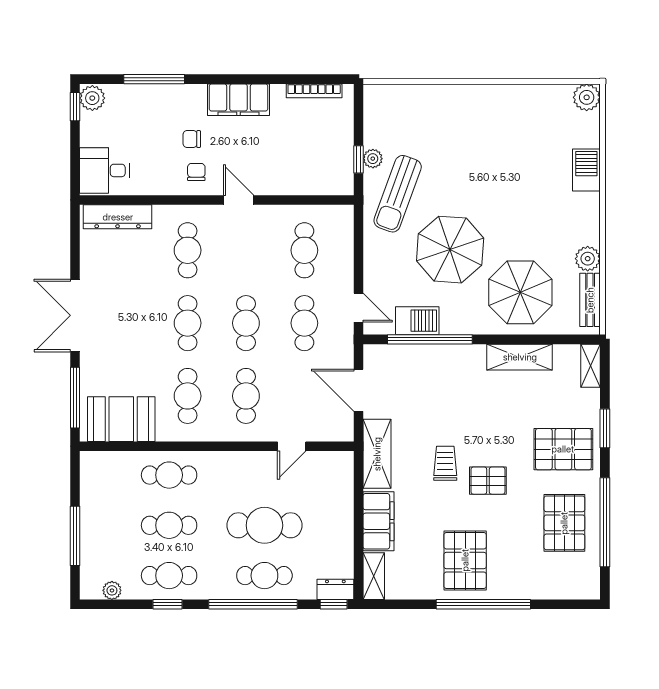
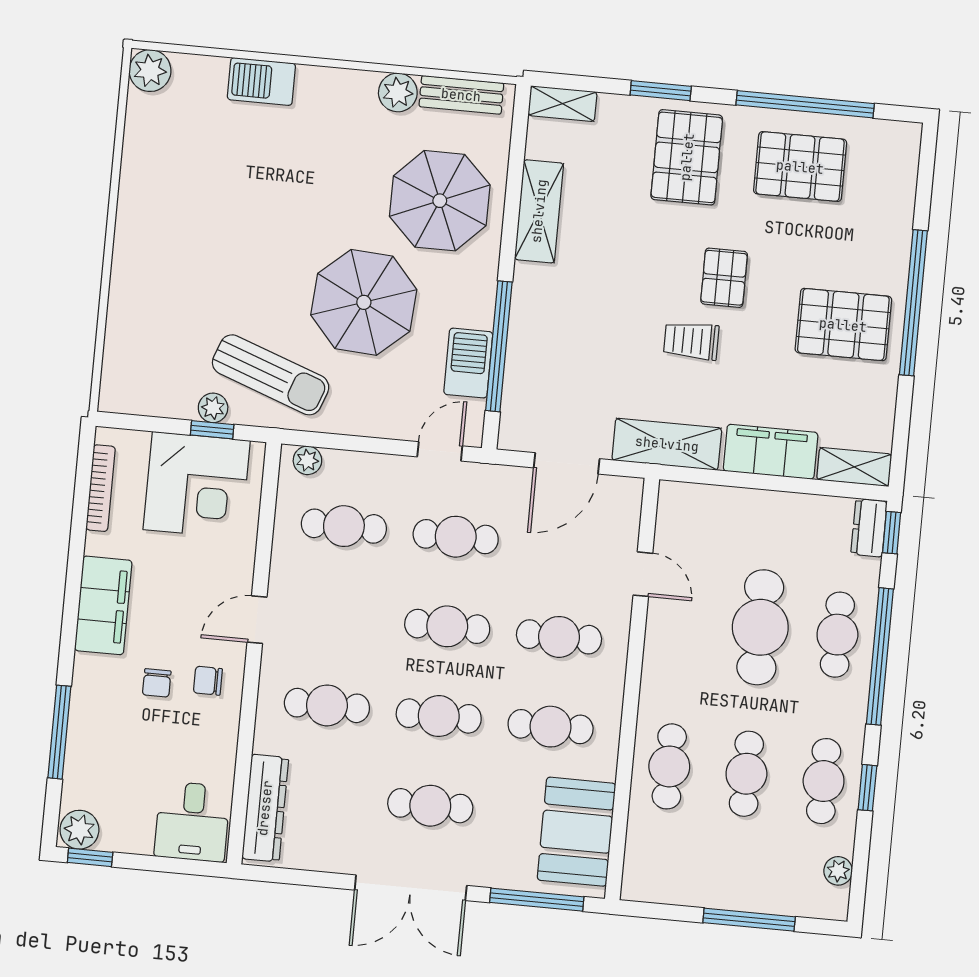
corner desk: (322, 153) -> (197, 485), added
plant: (345, 223) -> (307, 460), added
cafe table: (129, 323) -> (430, 806), added

